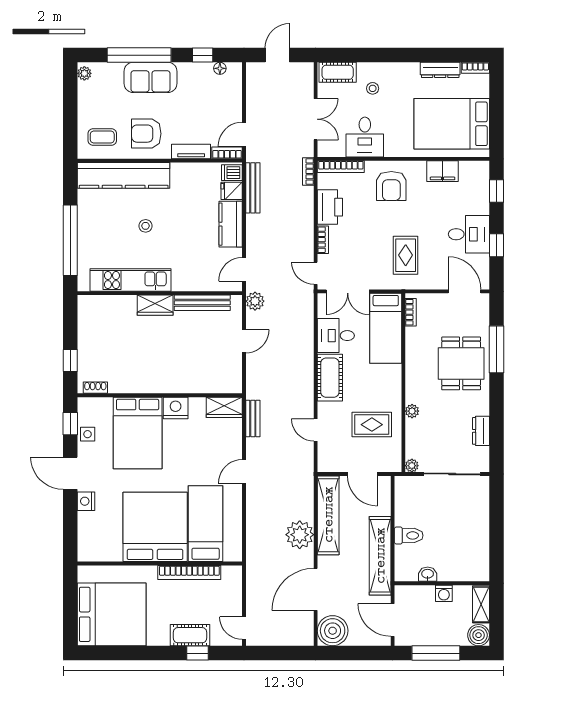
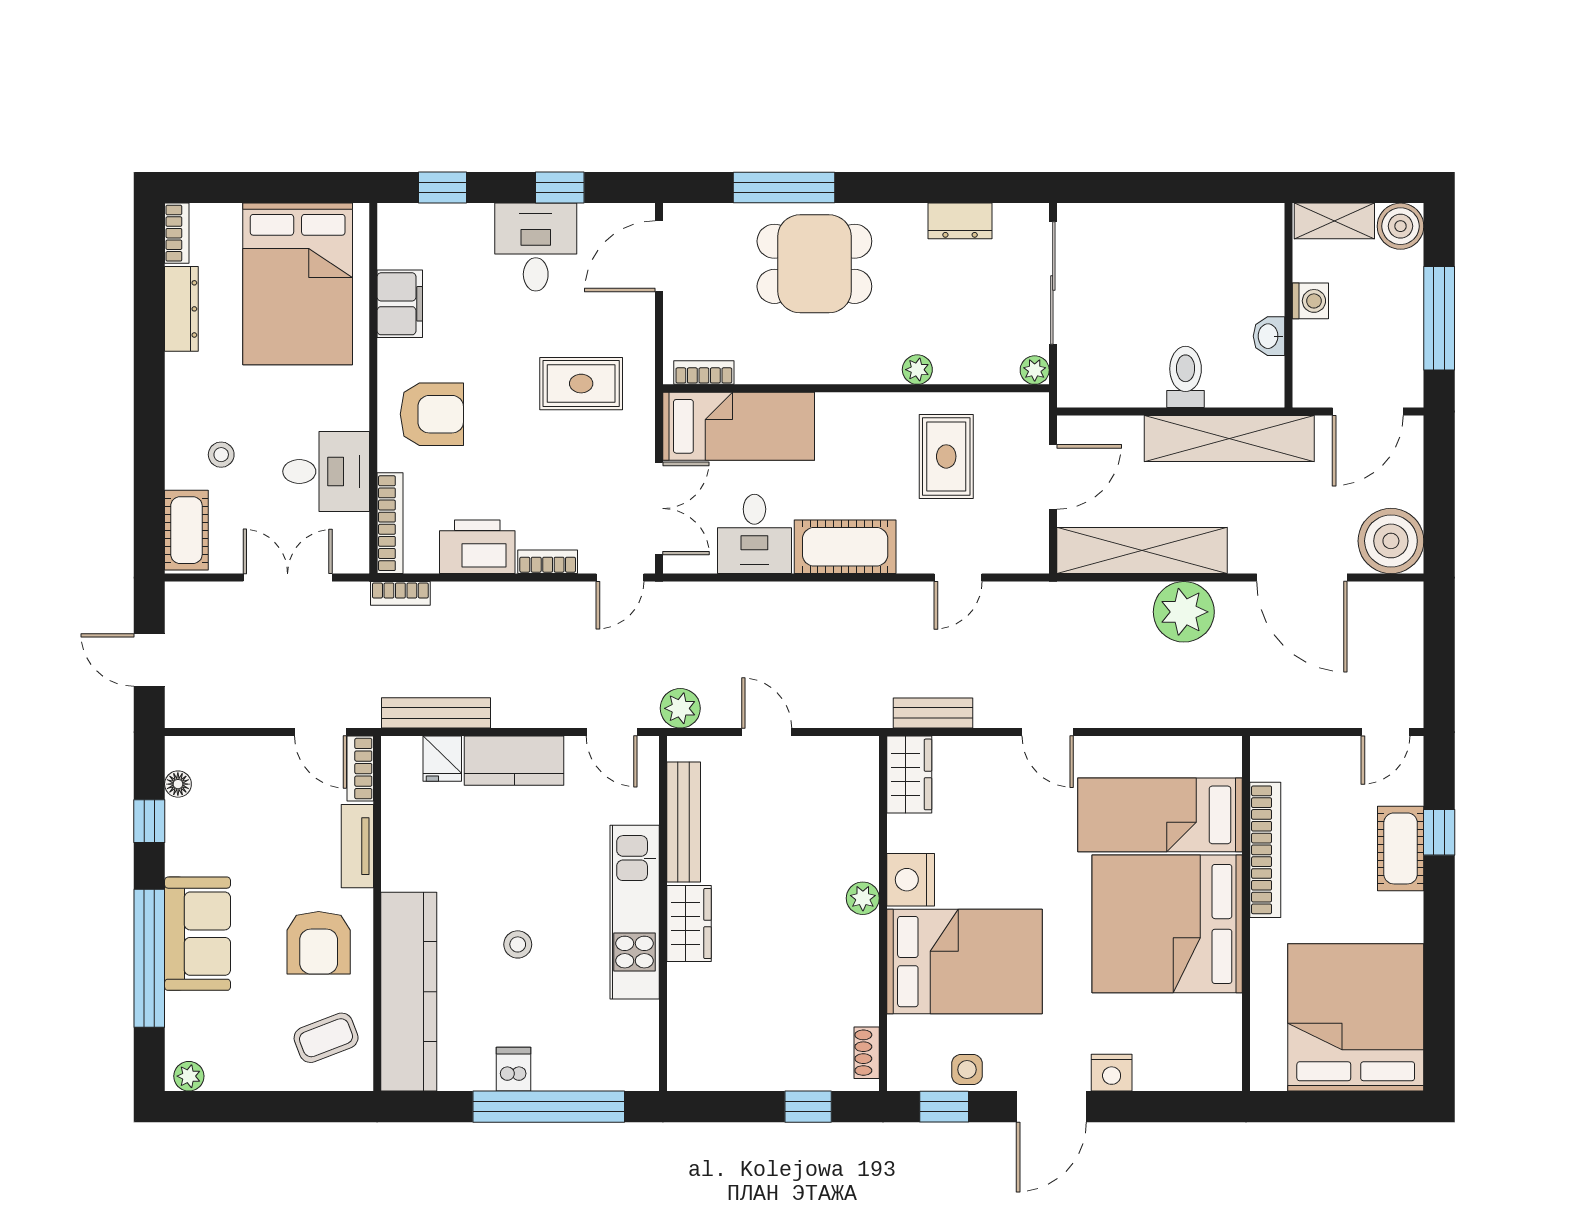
coffee table: (102, 137) -> (326, 1038), turned 69
dishwasher: (232, 173) -> (513, 1069), moved, turned 180
kitchen unit: (131, 280) -> (635, 912), moved
plant: (167, 386) -> (863, 898), added

